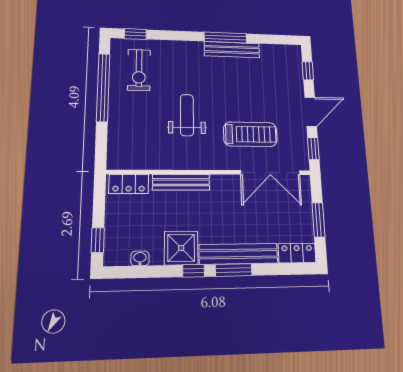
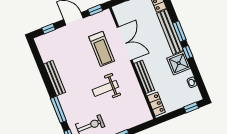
window: (225, 37) -> (58, 110), moved
treadmill: (250, 134) -> (102, 49), turned 180
double door: (270, 173) -> (125, 44), moved

